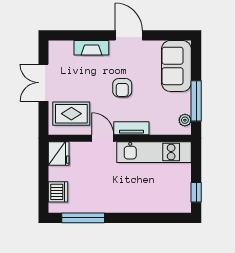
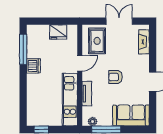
fireplace: (91, 48) -> (144, 42), moved
tv unit: (131, 128) -> (87, 94), moved
fridge: (59, 153) -> (58, 32), moved
dishwasher: (58, 192) -> (33, 66), moved, turned -90

